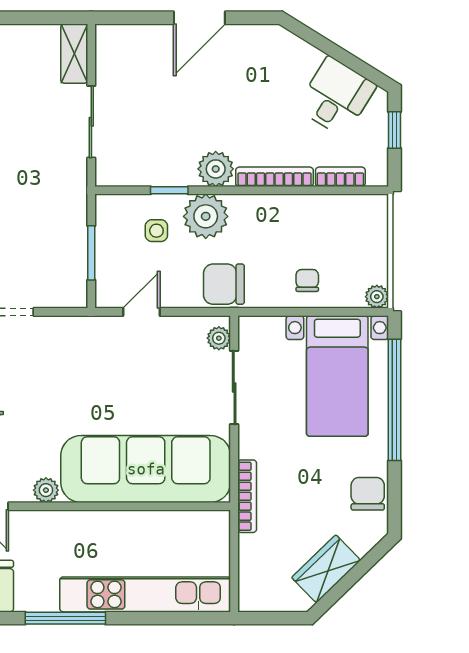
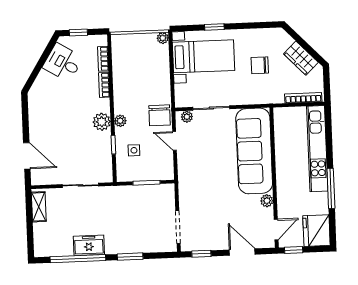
door: (199, 18) -> (27, 156), moved
shelving: (74, 54) -> (39, 207), moved, turned 90
bookcase: (274, 177) -> (104, 85), width x0.64
plant: (206, 216) -> (120, 121), width x0.53, depth x0.53
chair: (307, 280) -> (156, 73), removed
door: (142, 312) -> (175, 141), moved
window: (395, 400) -> (214, 27), width x0.32
chair: (368, 494) -> (260, 65), moved
bookcase: (247, 496) -> (303, 98), moved

